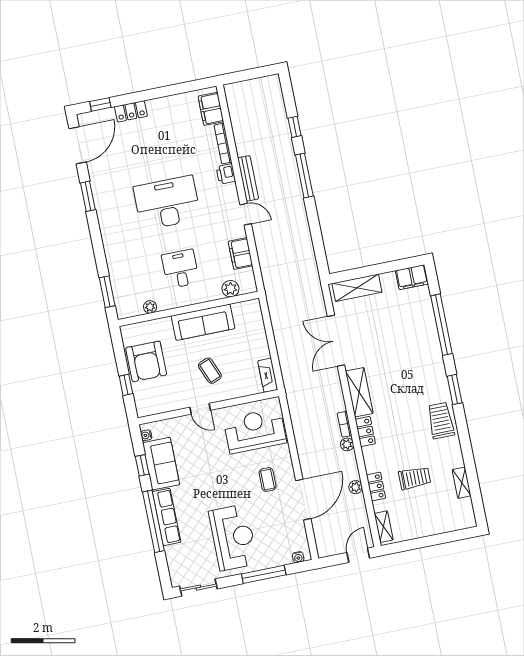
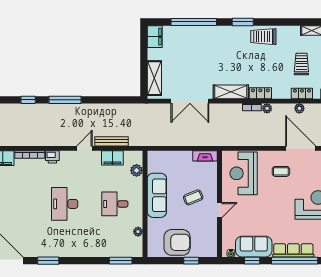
bench: (248, 178) -> (112, 141), moved
desk: (167, 203) -> (65, 204), width x0.73, depth x0.77

